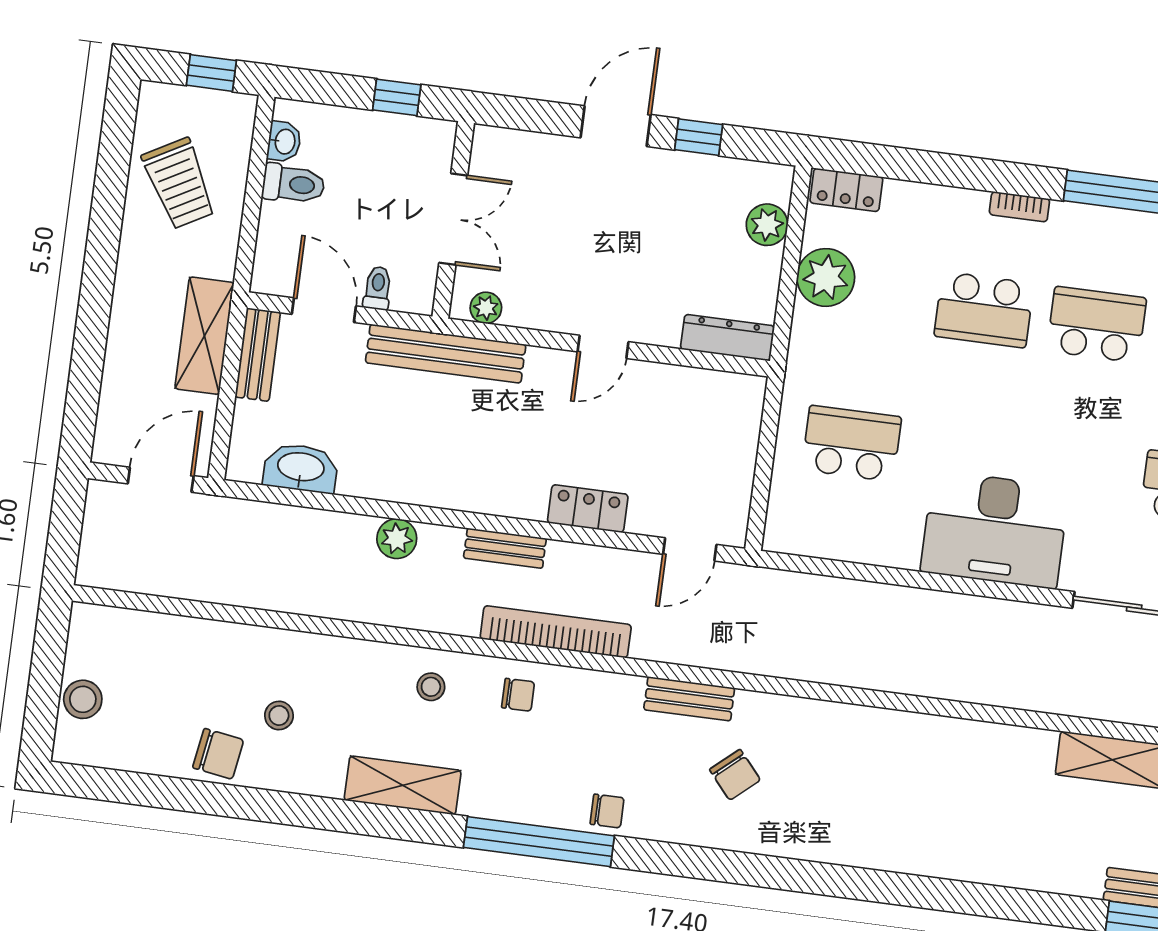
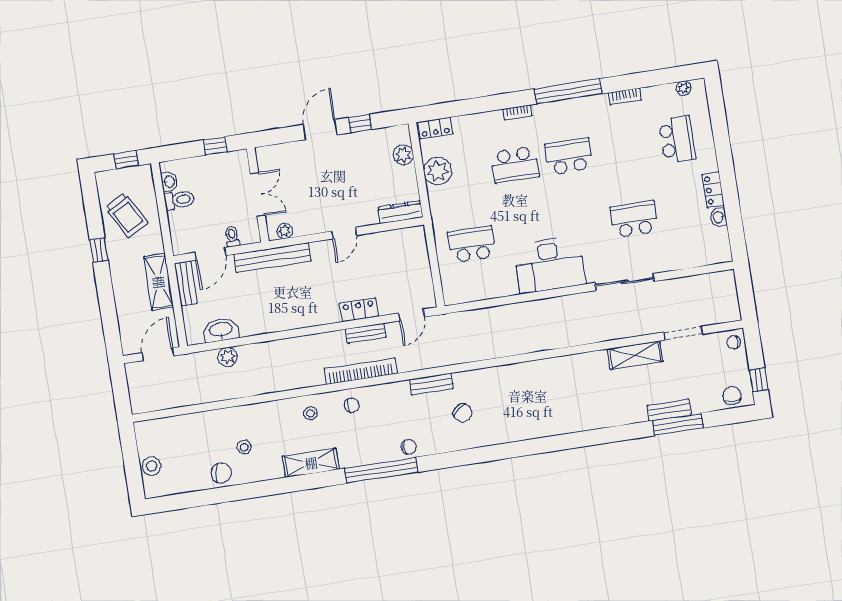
window: (104, 238) -> (99, 250), added
door: (324, 310) -> (210, 254), swing flipped
plant: (397, 539) -> (228, 357), moved
bench: (505, 548) -> (366, 333), moved

